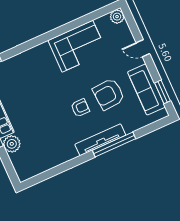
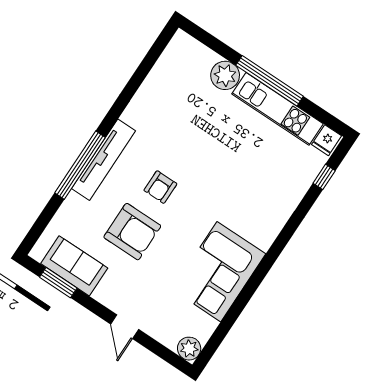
door: (143, 48) -> (125, 327), swing flipped
sofa: (146, 89) -> (74, 266), width x0.73
armchair: (109, 94) -> (132, 232), turned 94

